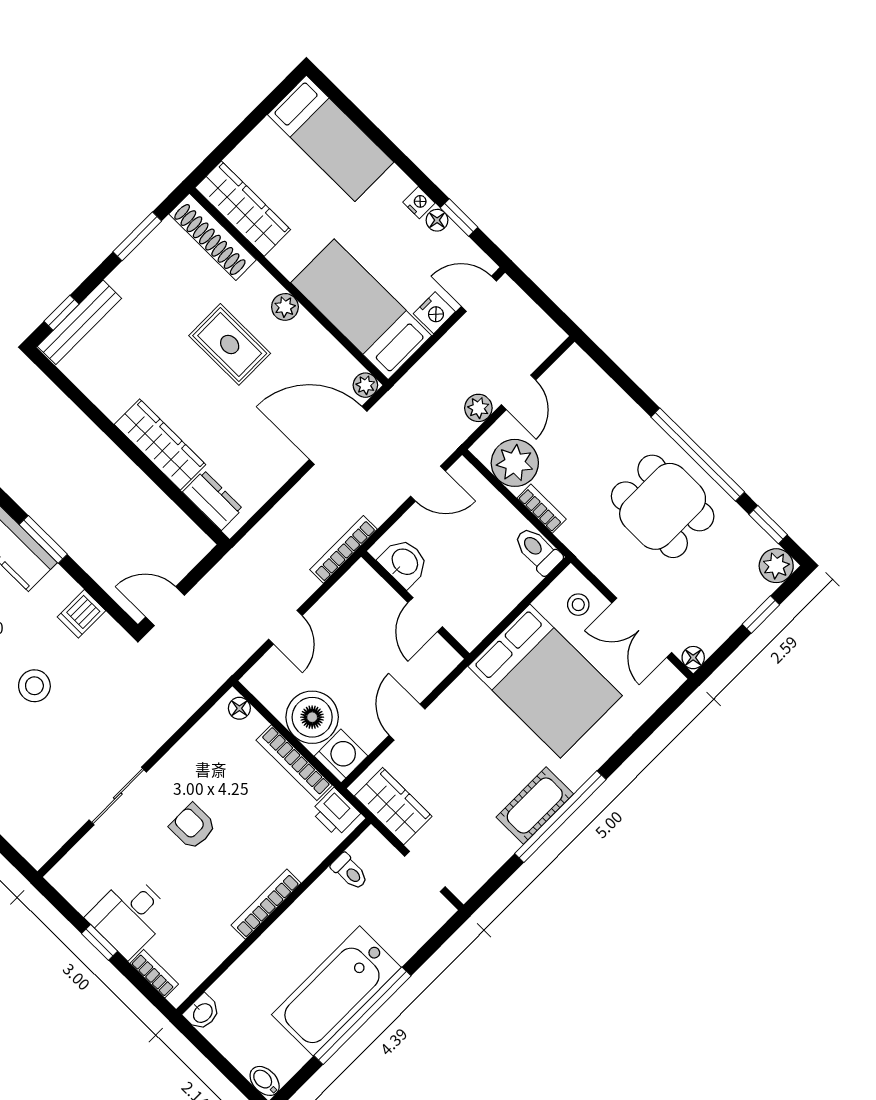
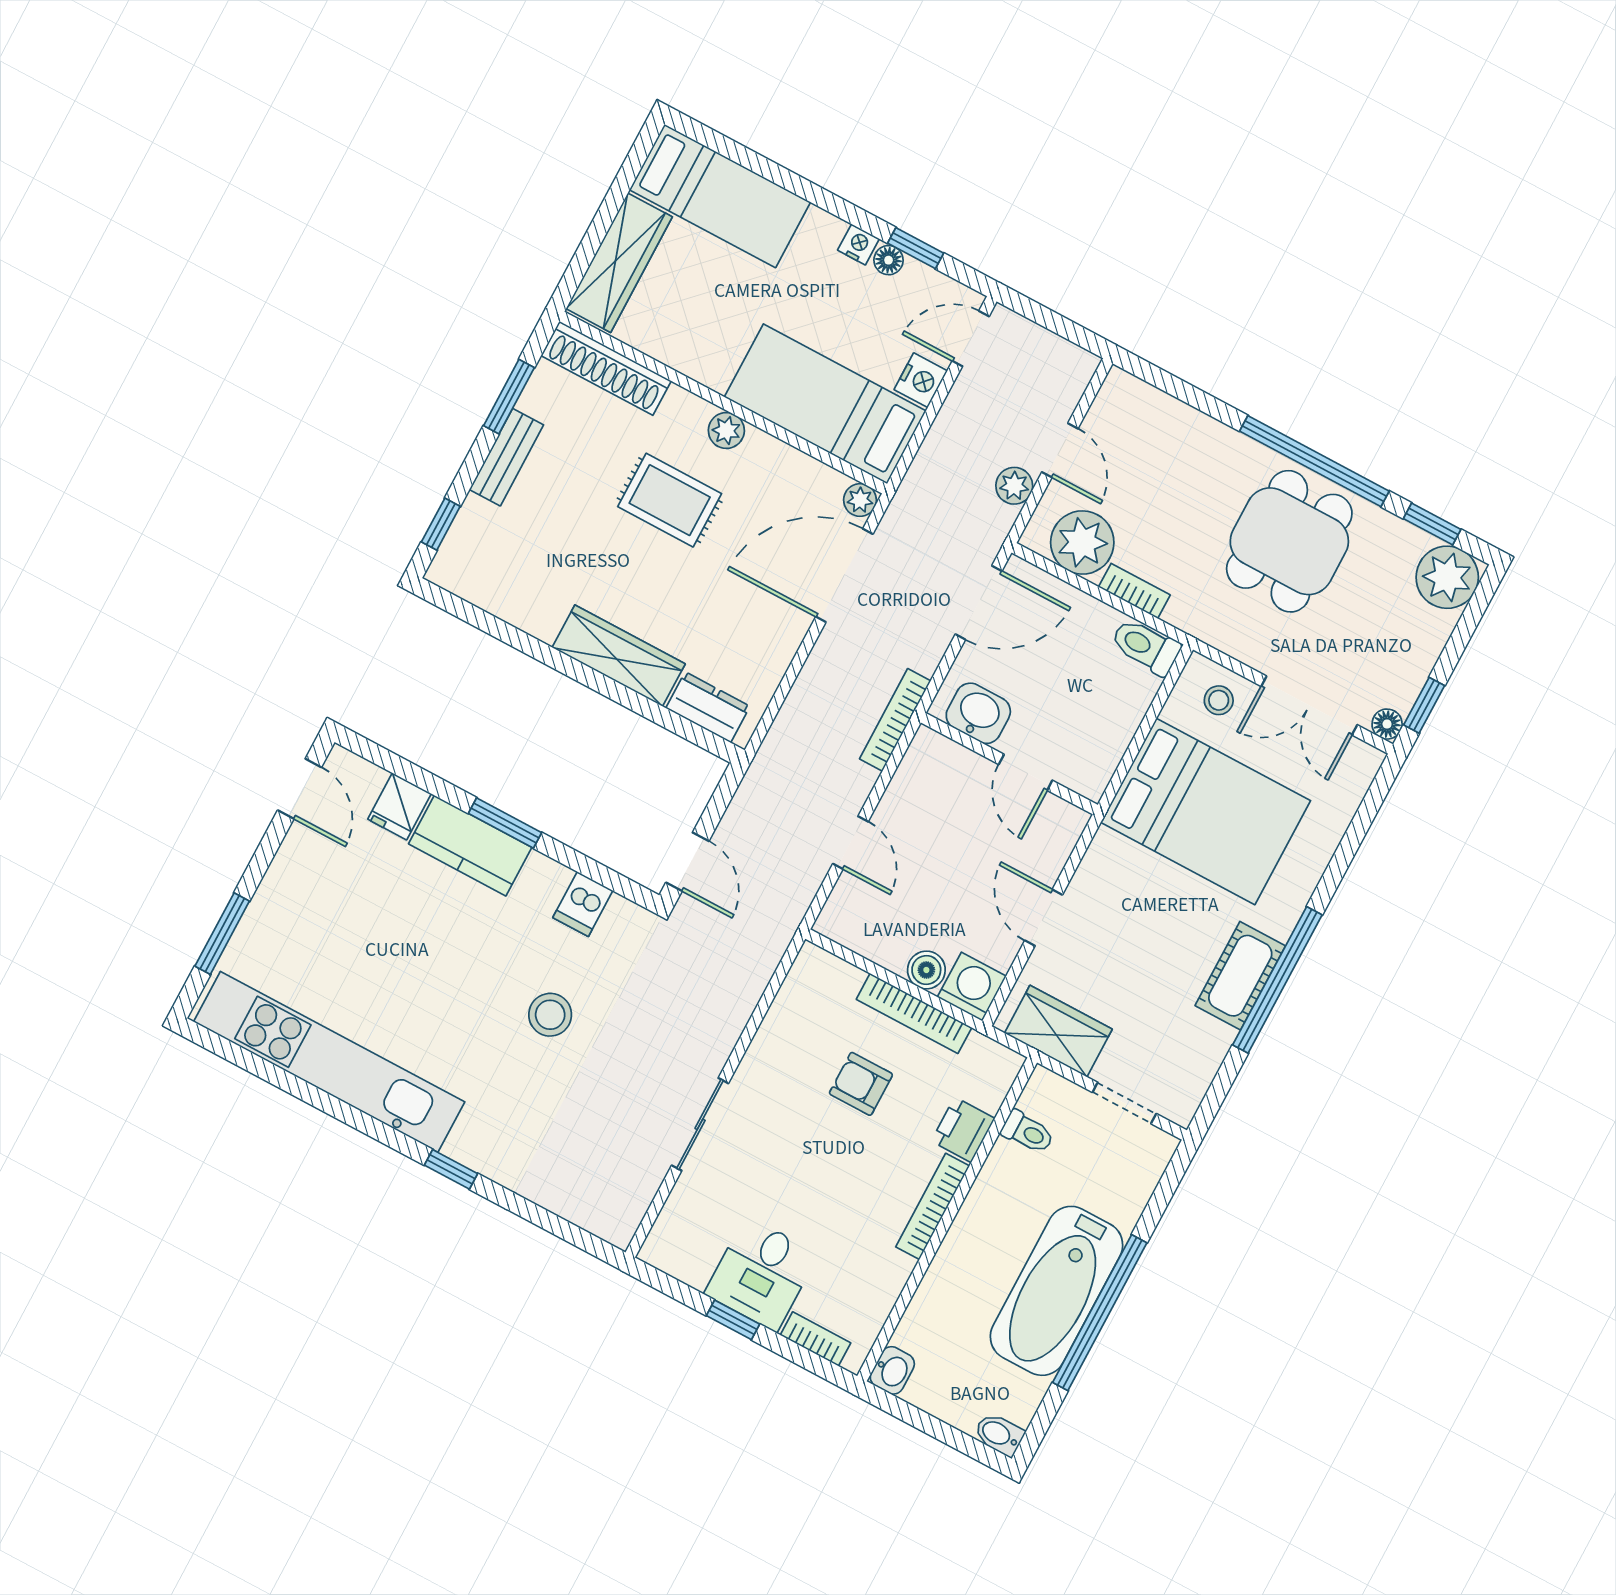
wardrobe: (243, 209) -> (619, 263), moved, turned 90
bench: (79, 322) -> (506, 457), moved, width x0.73
door: (428, 484) -> (979, 603), width x1.38
dining table: (663, 506) -> (1289, 541), turned 90
plant: (776, 566) -> (1447, 577), width x1.36, depth x1.36
door: (165, 606) -> (687, 862), swing flipped
window: (761, 614) -> (1424, 705), moved
floor lamp: (239, 708) -> (823, 965), removed
boiler: (312, 717) -> (926, 970), width x0.54, depth x0.54
printer: (335, 812) -> (963, 1130), moved, turned 90
armchair: (193, 826) -> (861, 1084), moved

